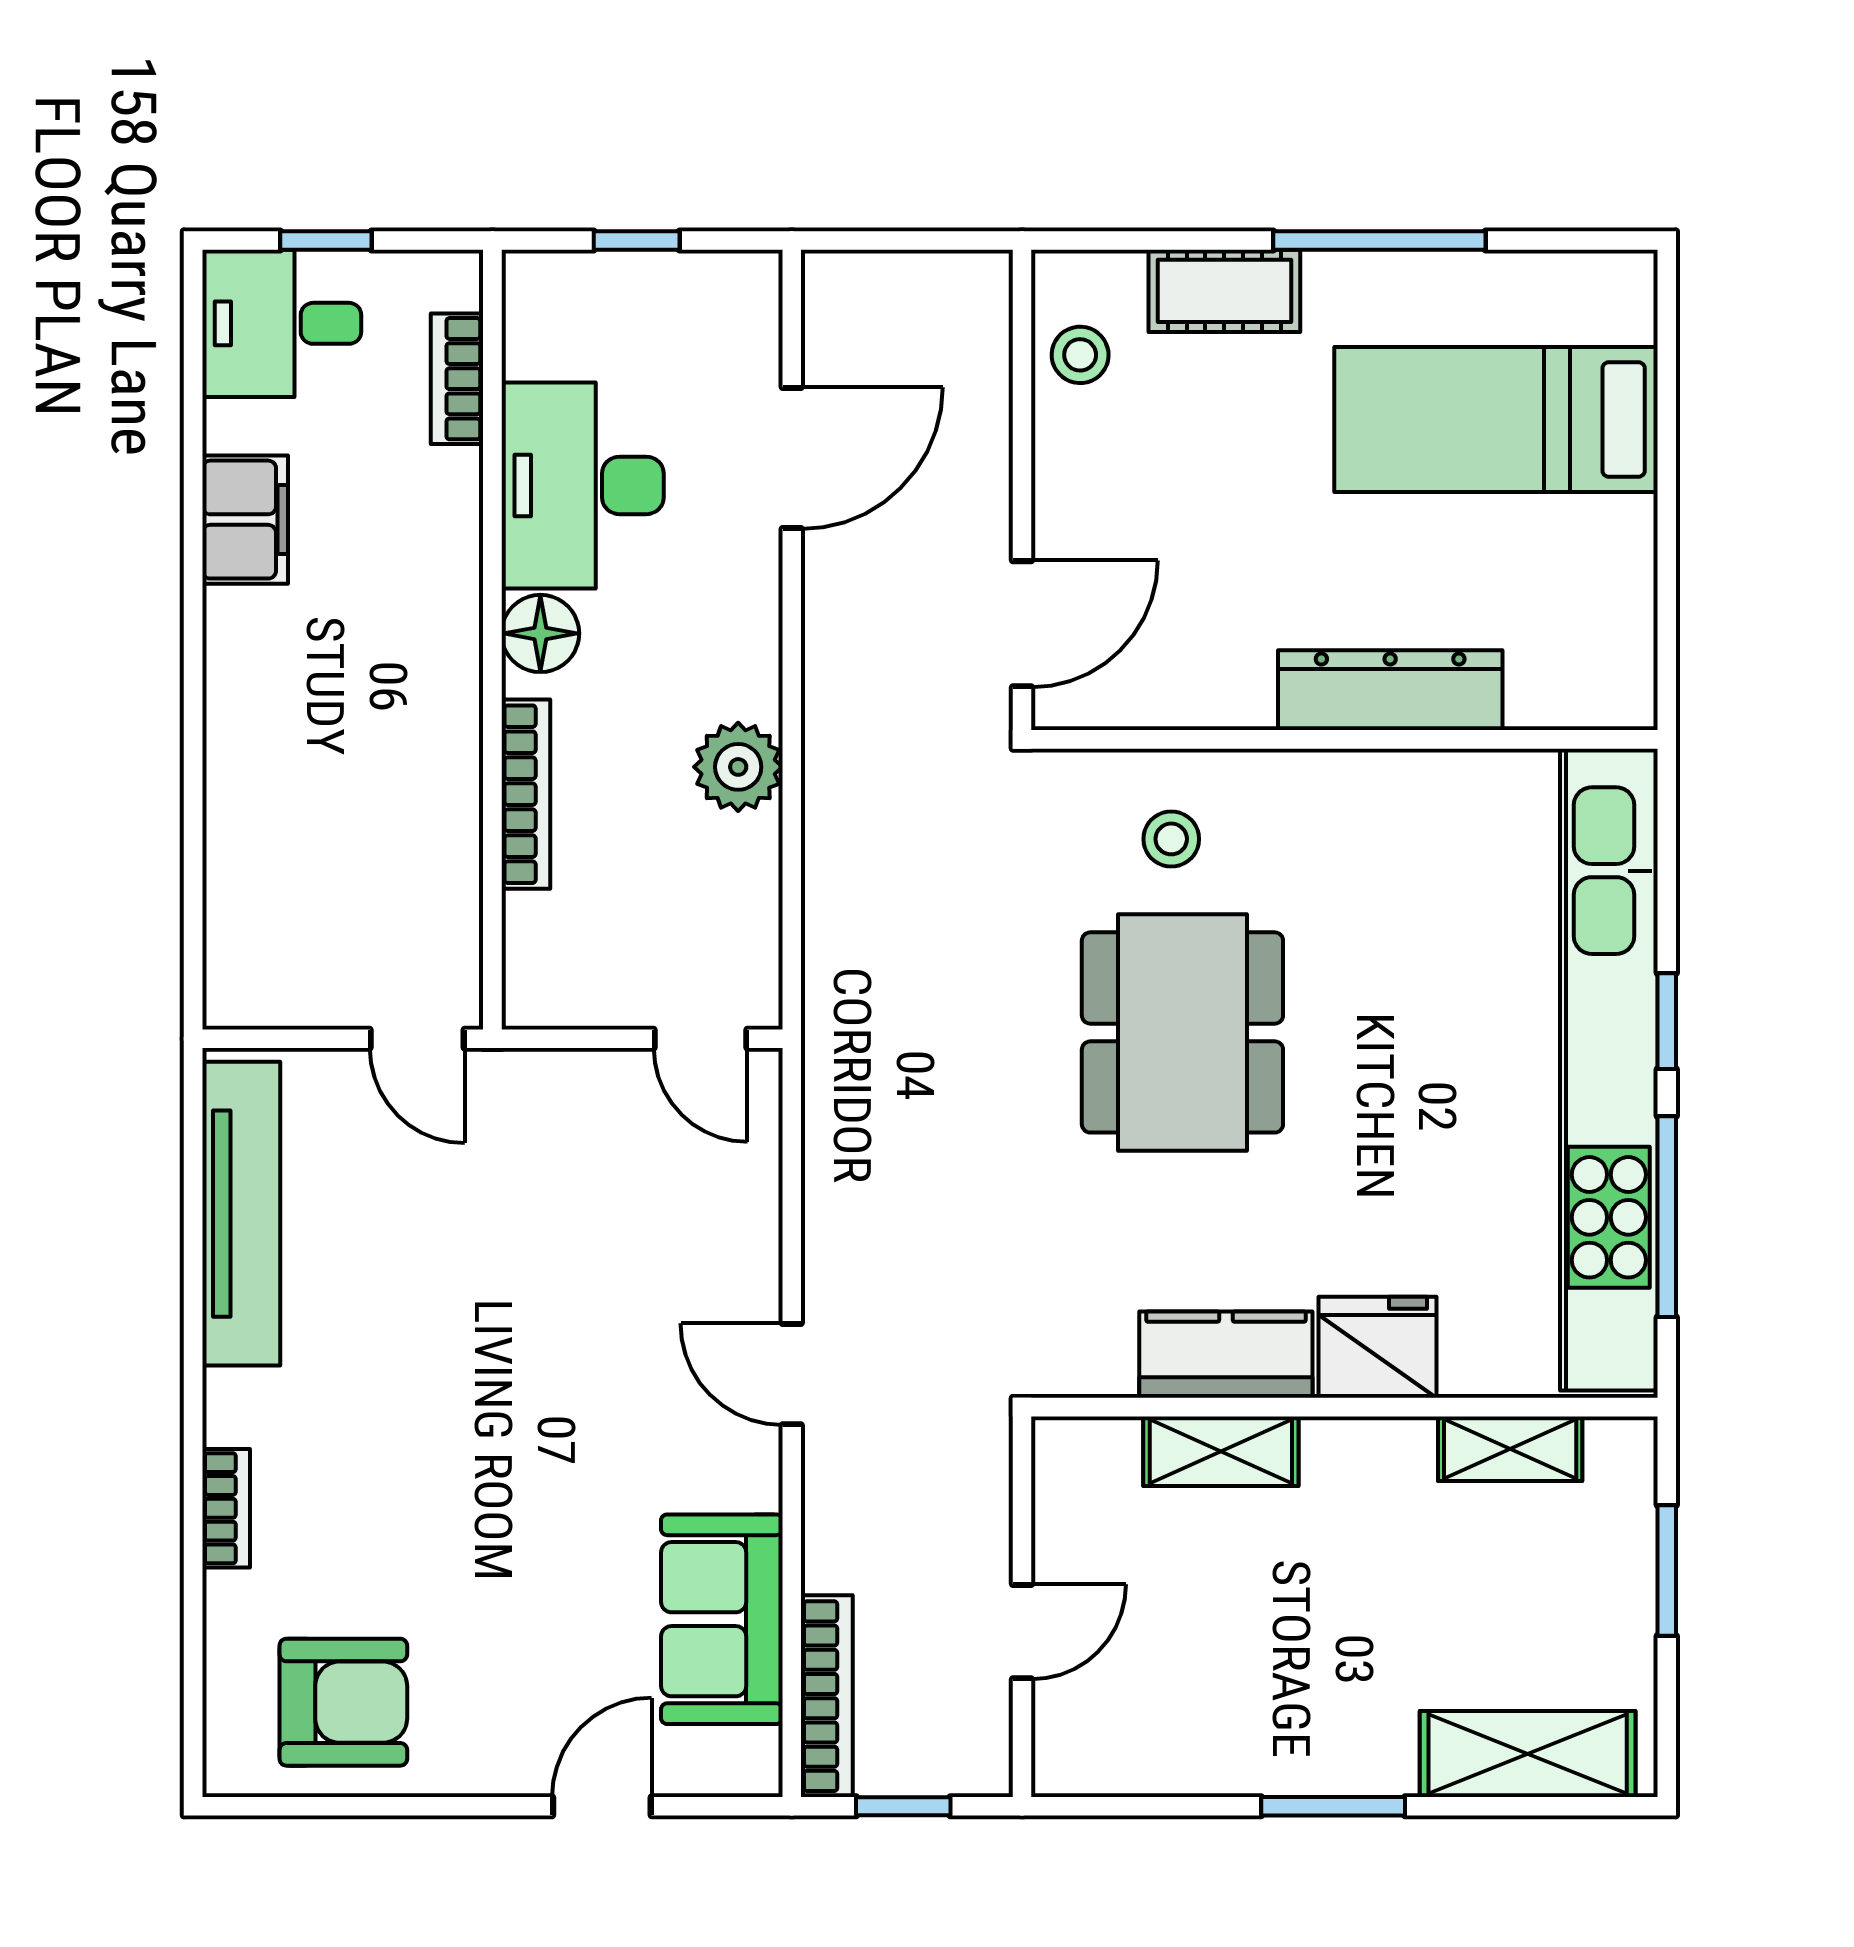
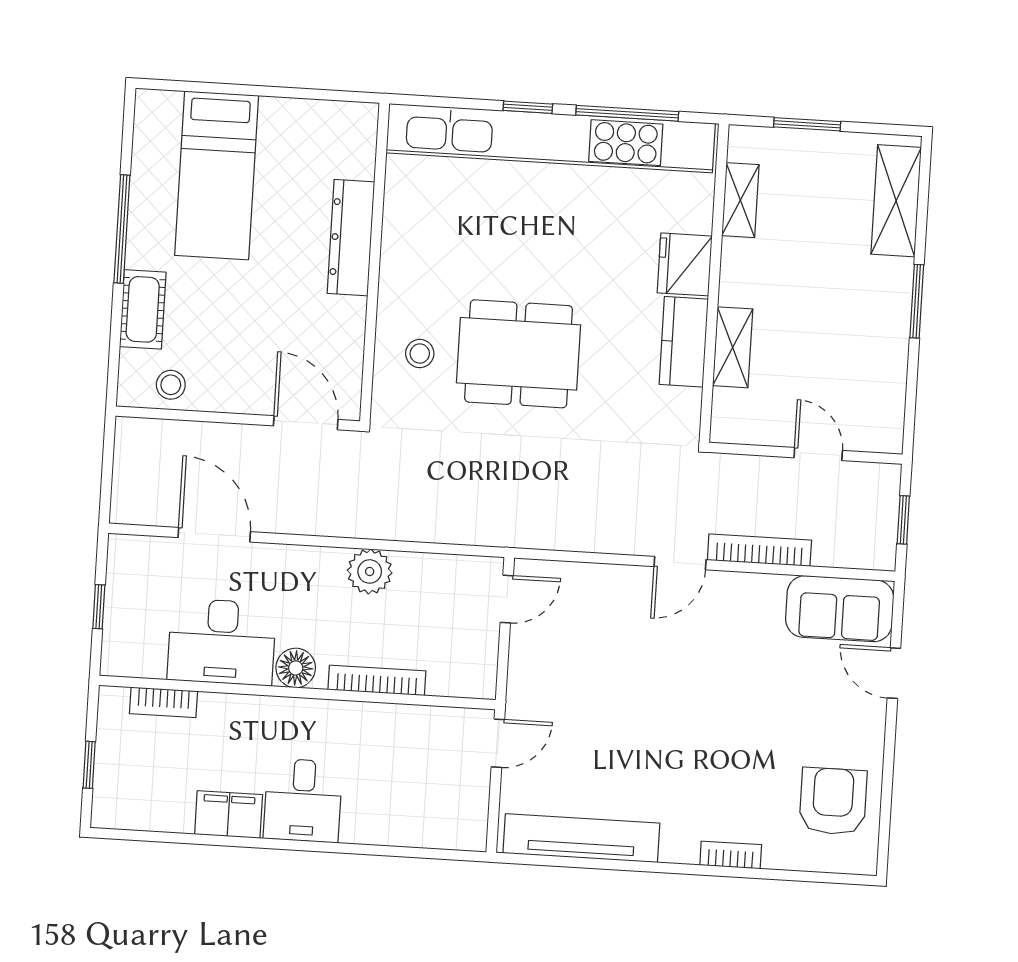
desk: (282, 323) -> (303, 800), moved
sofa: (722, 1619) -> (840, 609), moved
bookcase: (827, 1696) -> (759, 550), moved

